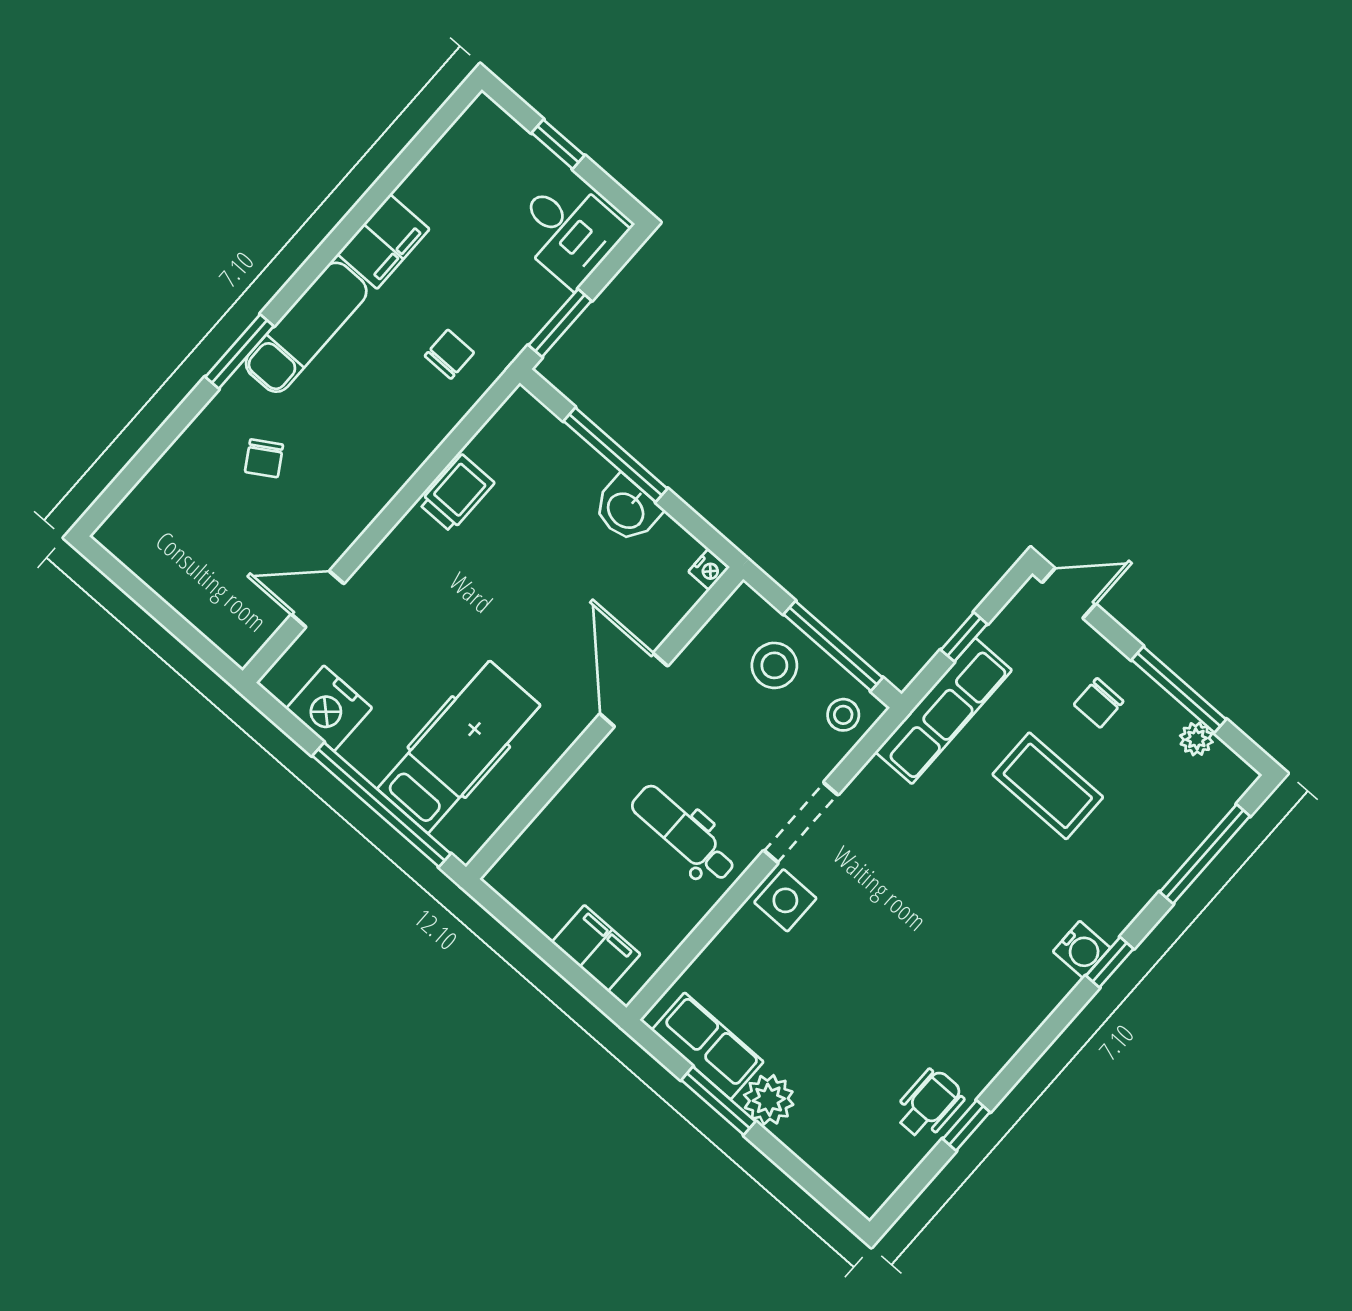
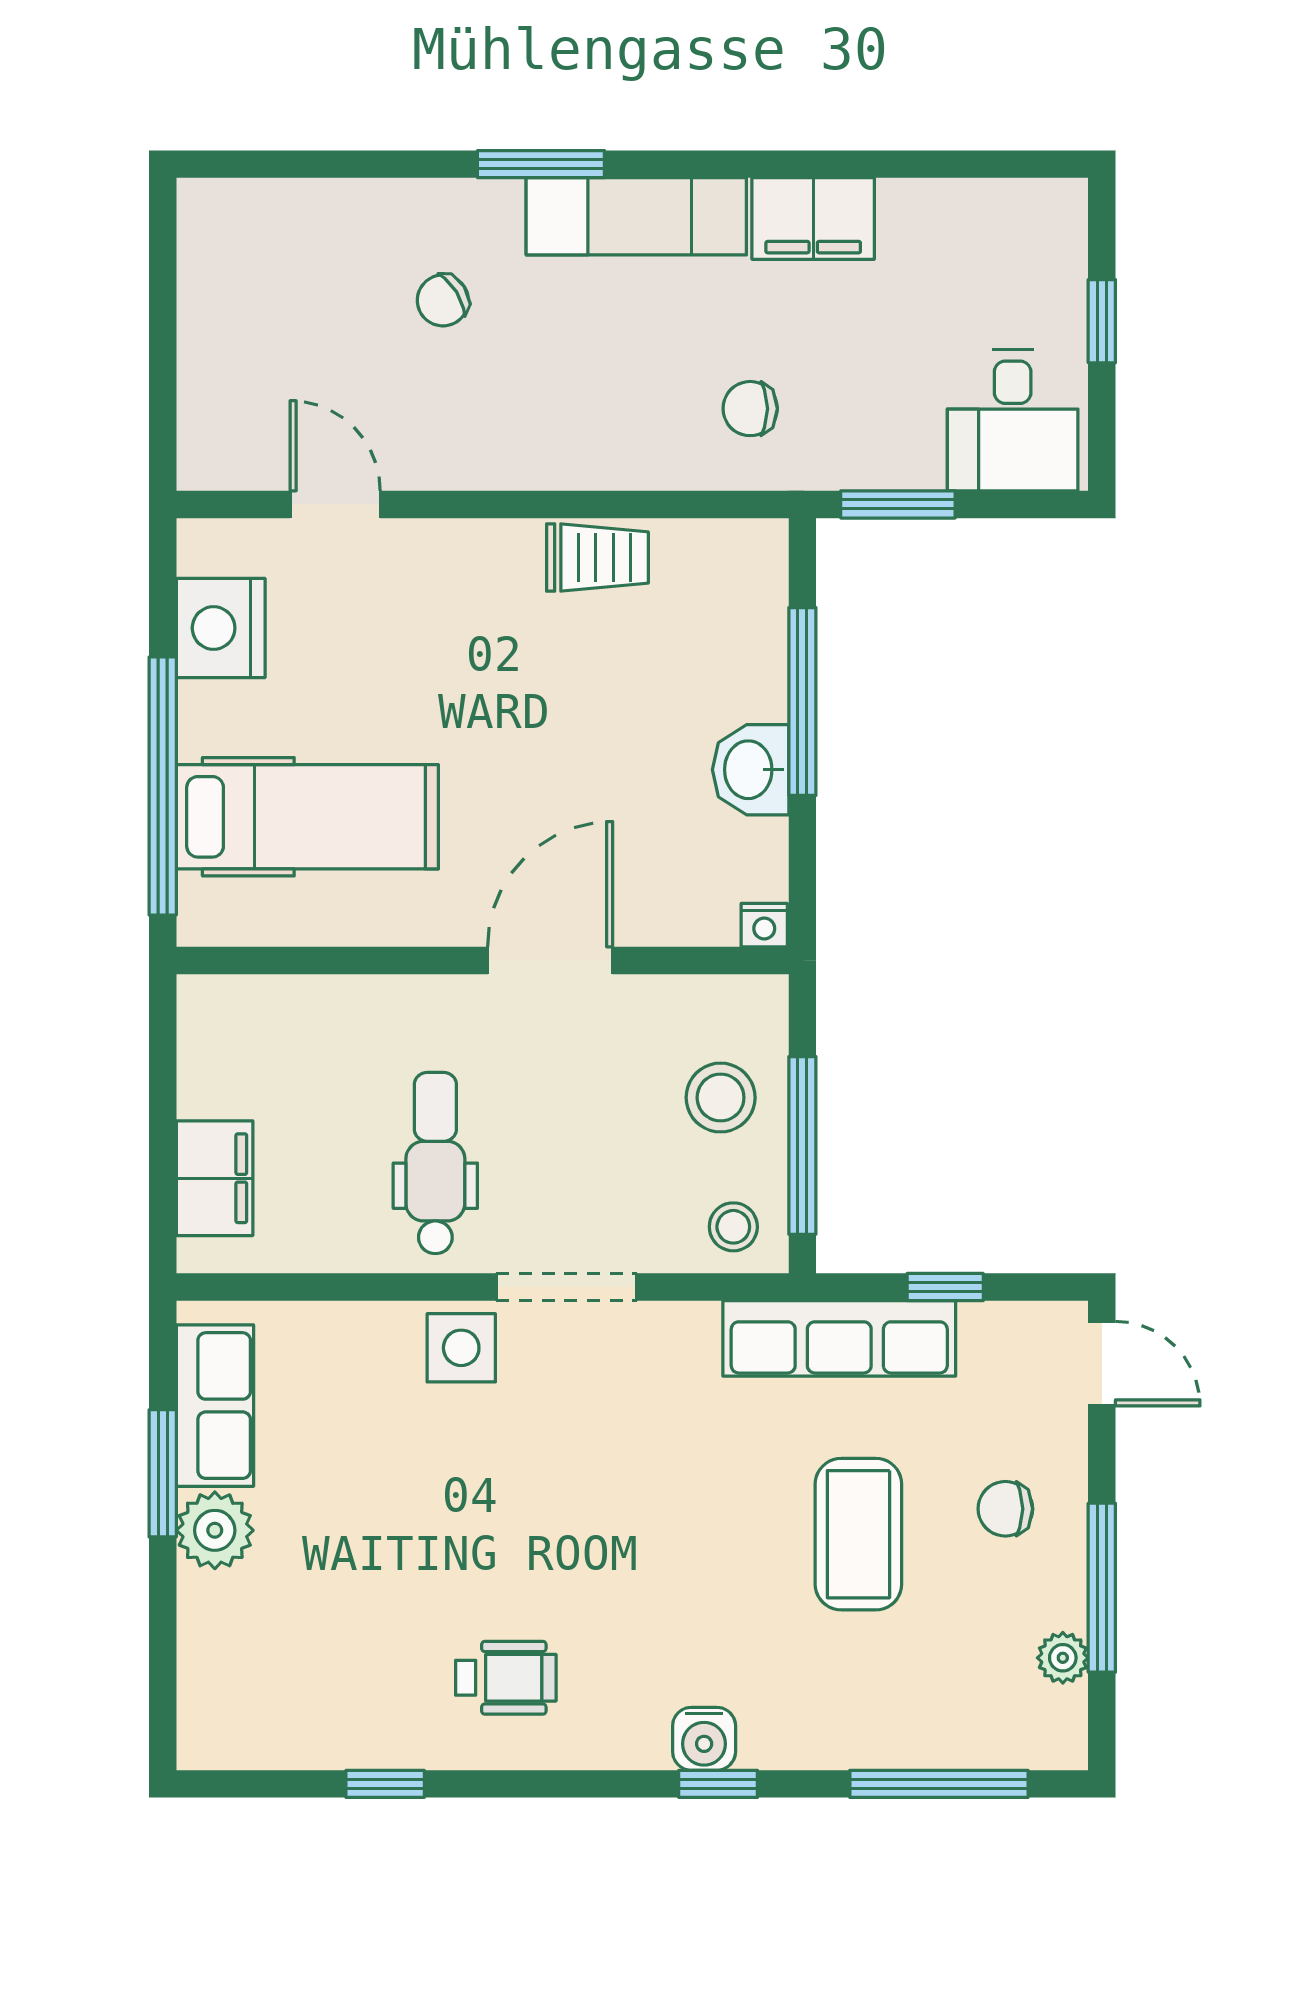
chair: (449, 354) -> (750, 409), turned 180
wheelchair: (929, 1104) -> (506, 1678), moved

